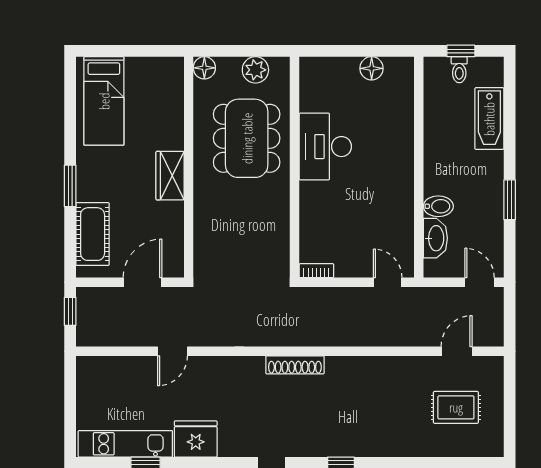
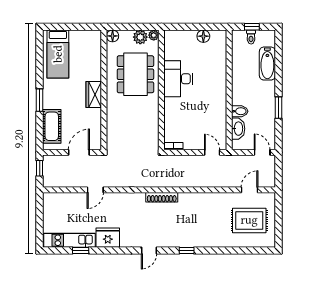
plant: (280, 66) -> (154, 35), added
rug: (456, 407) -> (249, 220), width x1.36, depth x1.43

